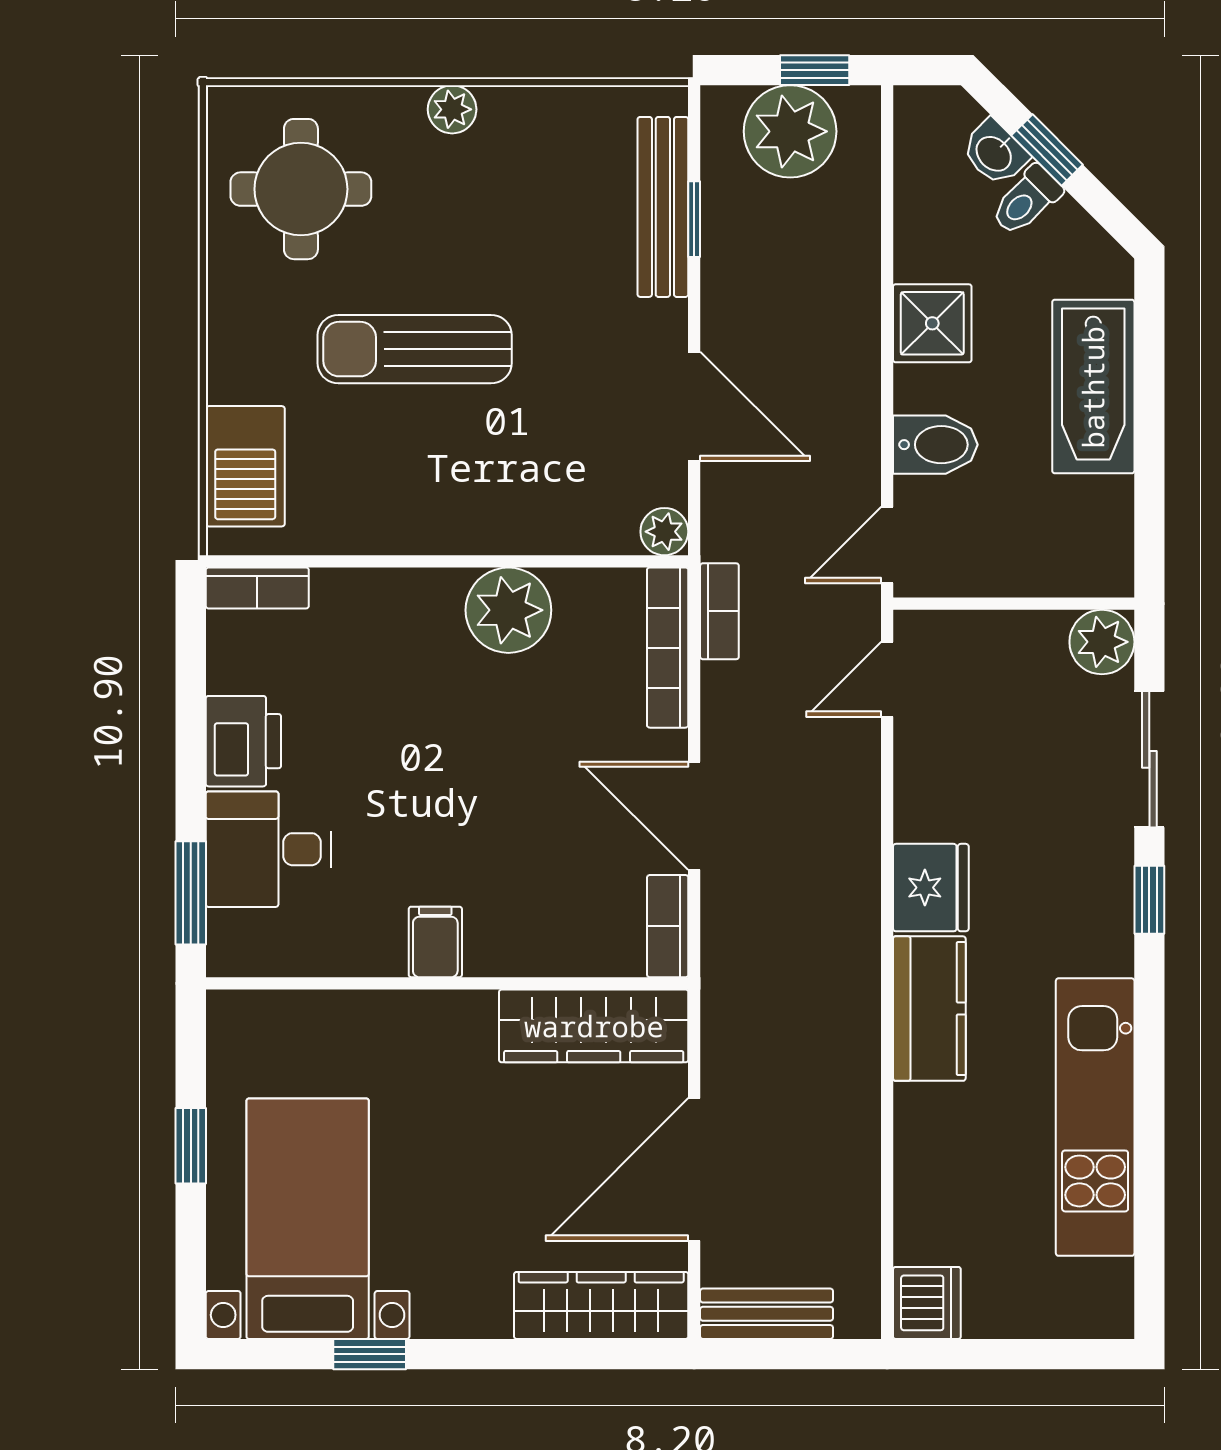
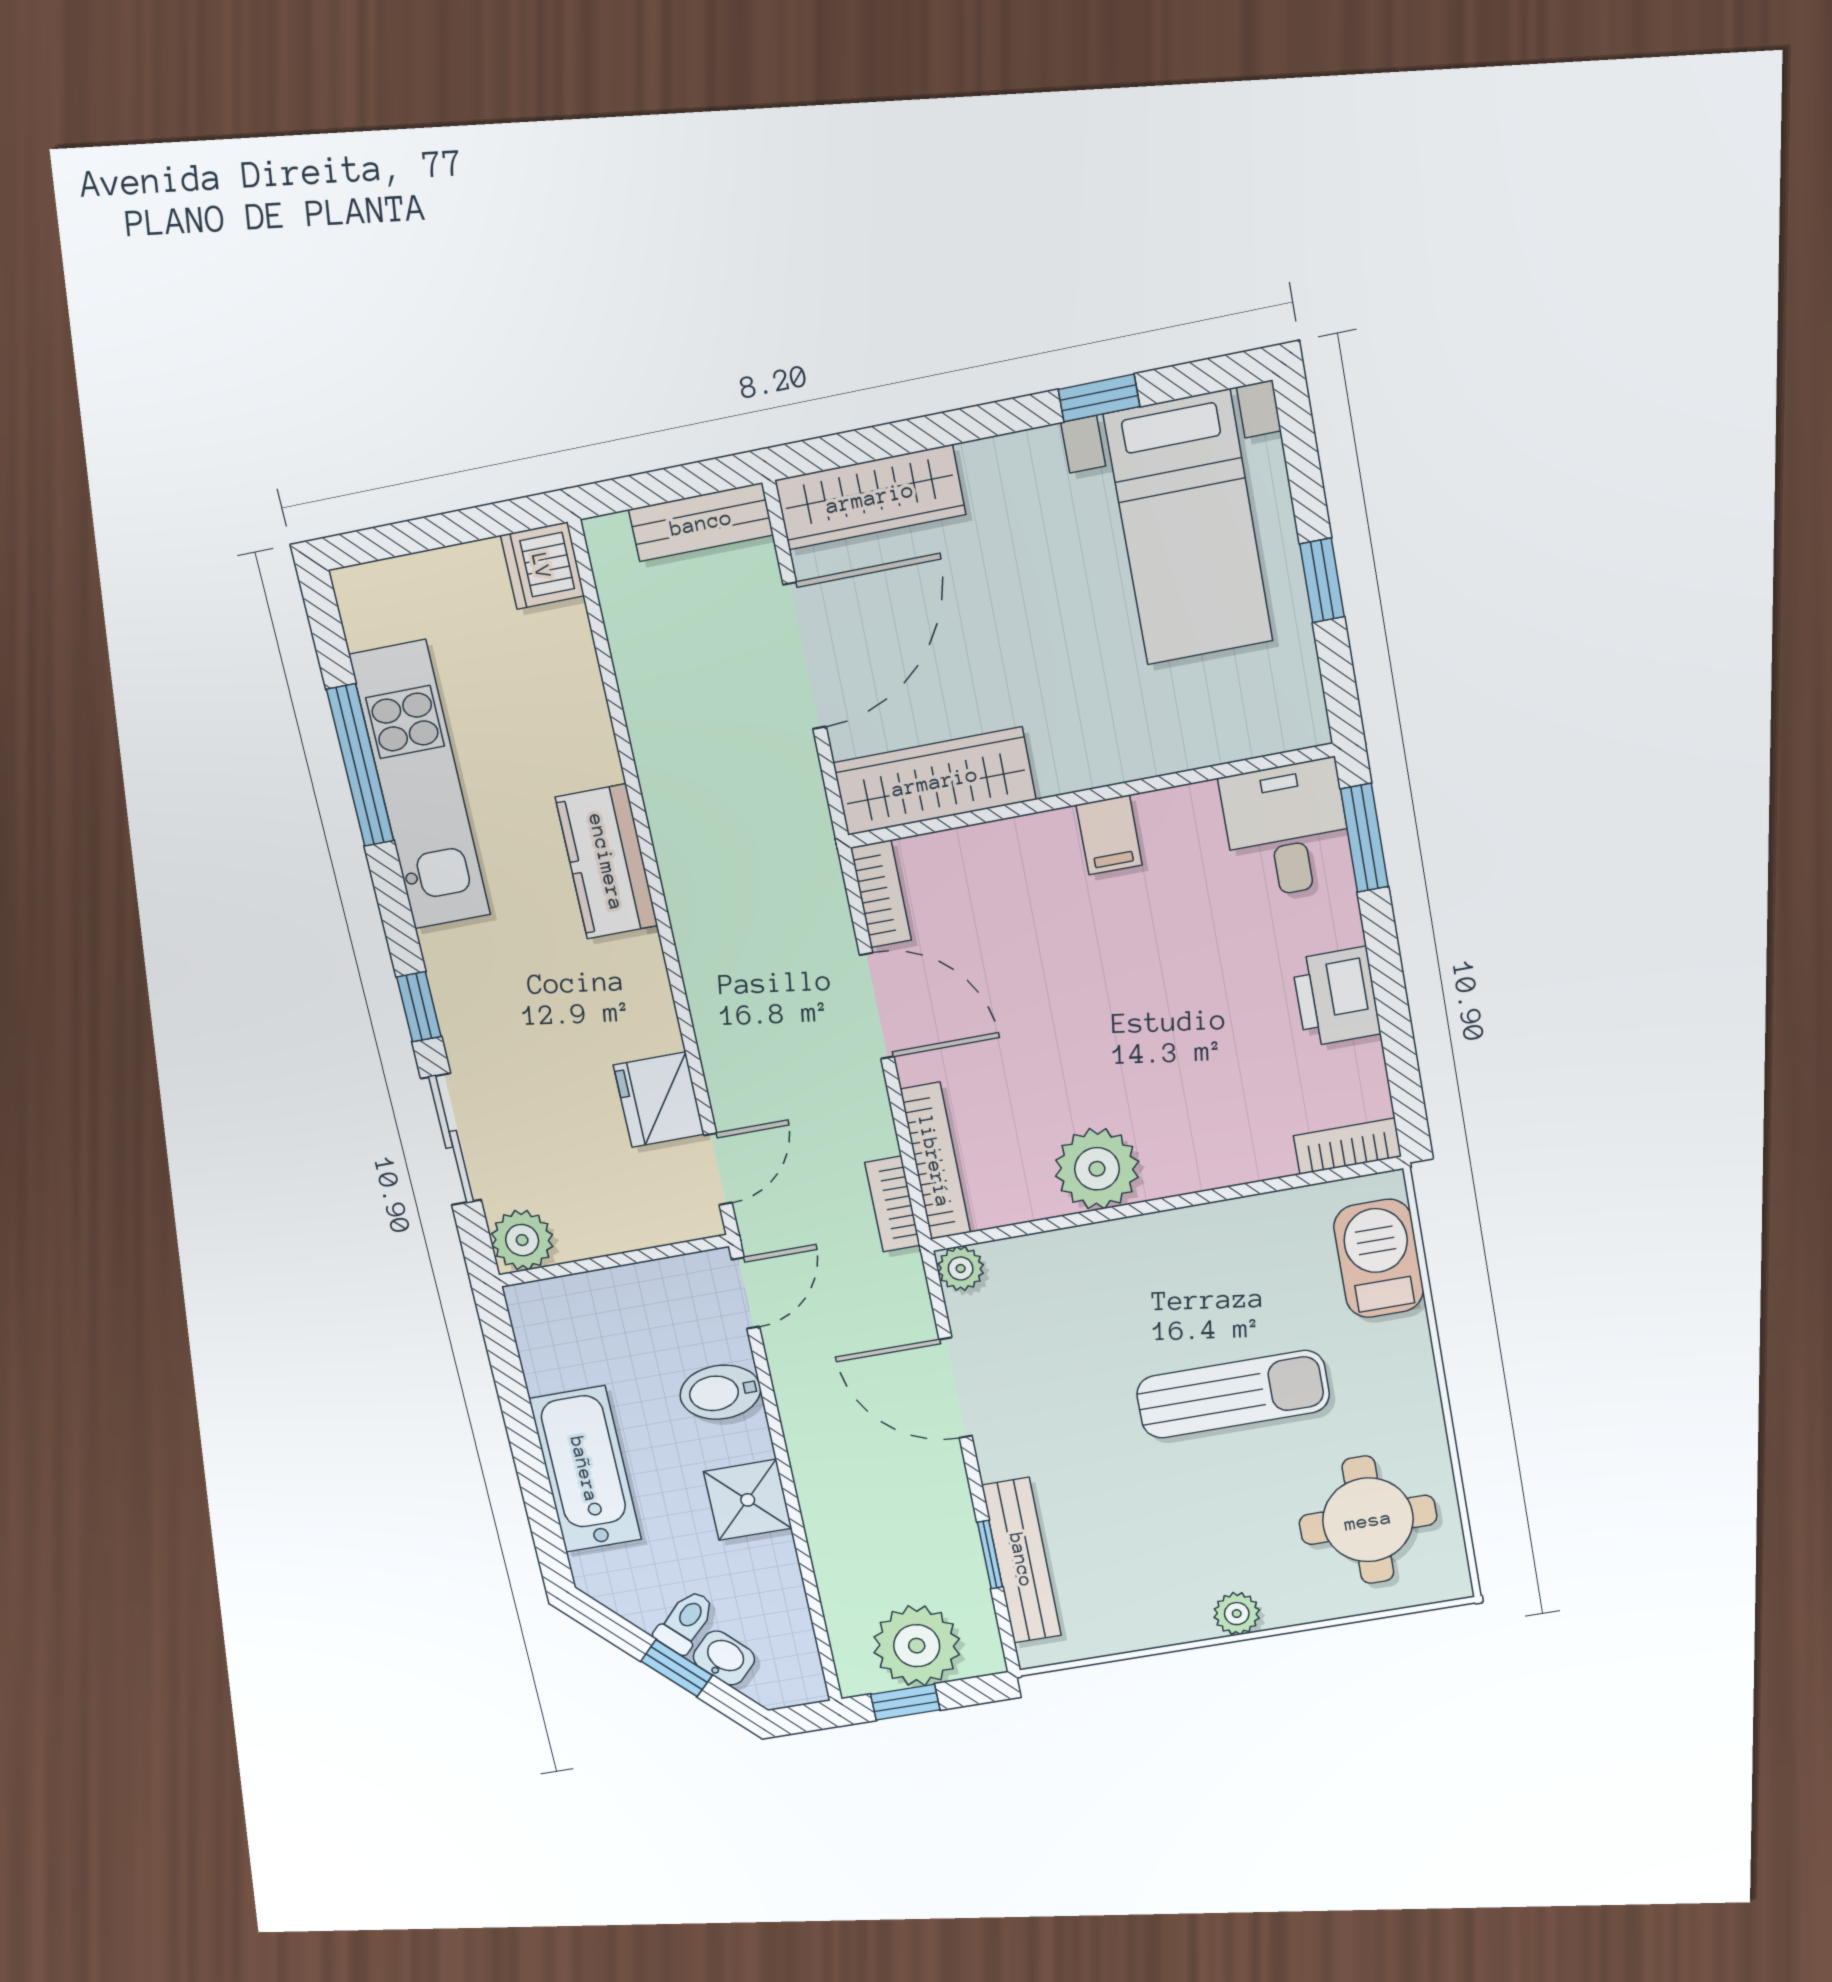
desk: (268, 849) -> (1287, 829), moved, turned -90
fridge: (931, 888) -> (659, 1100), moved
window: (1149, 1148) -> (360, 765), added

